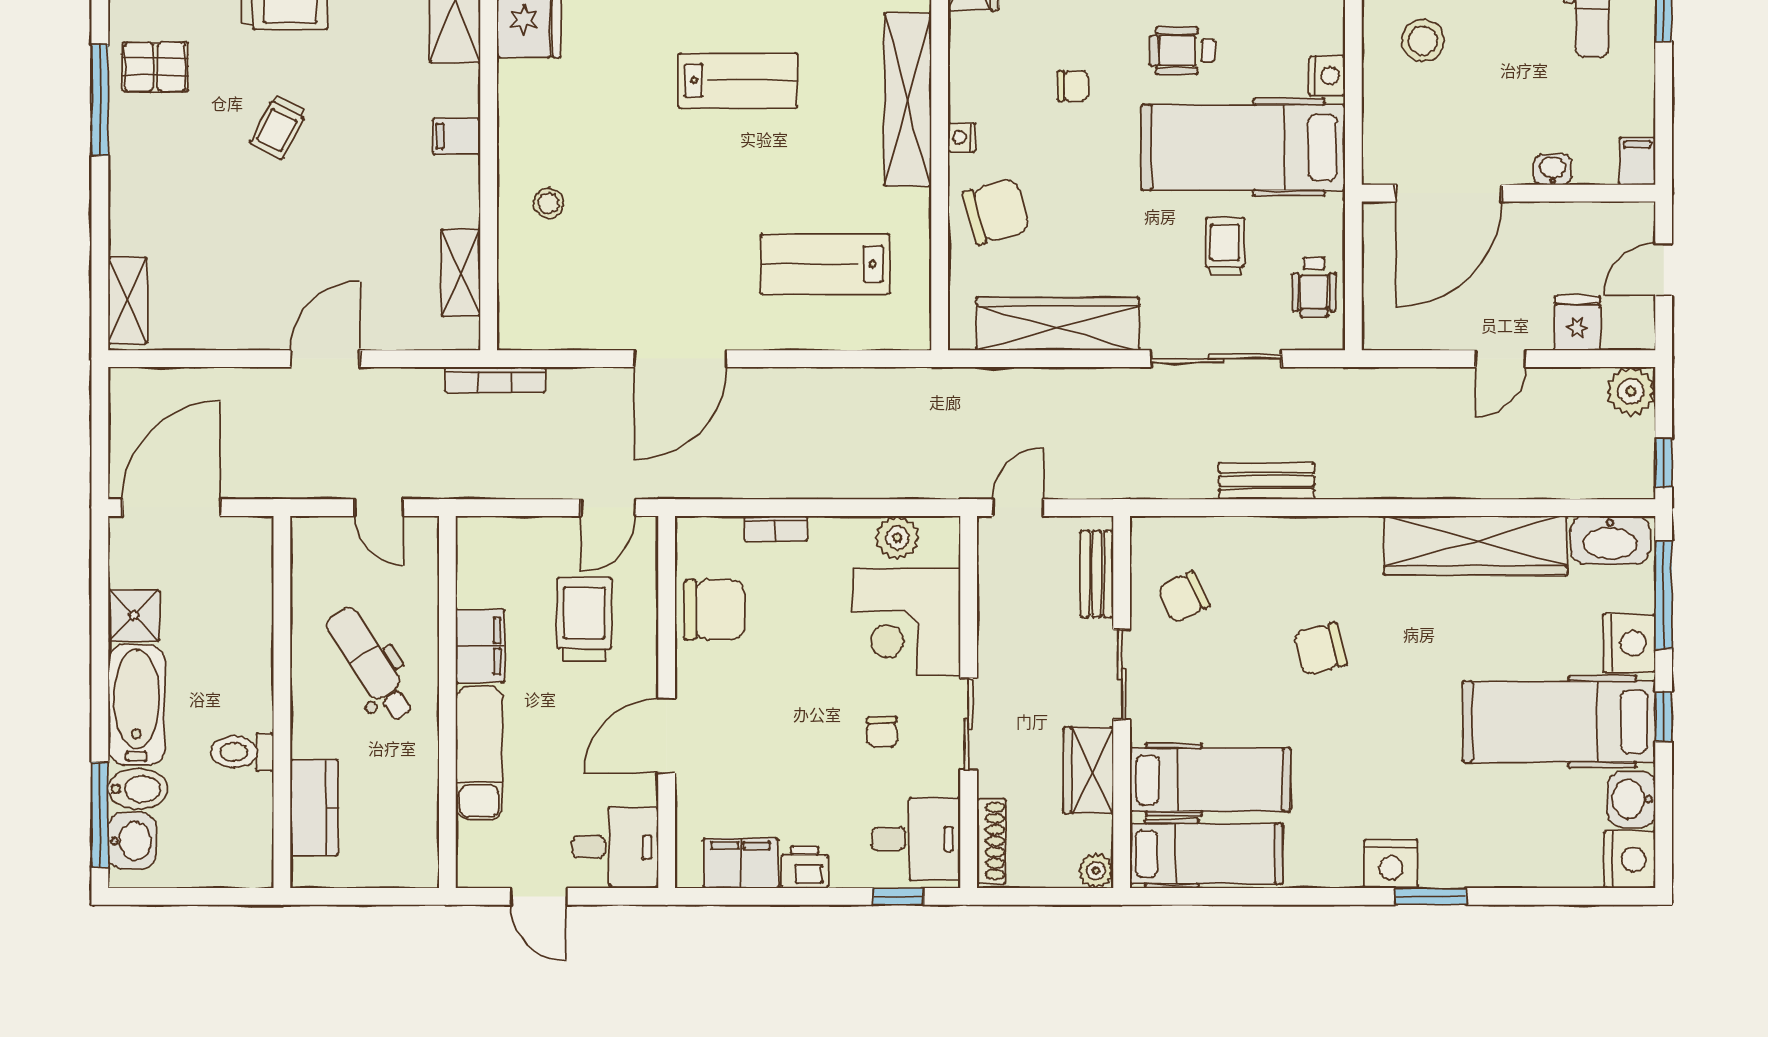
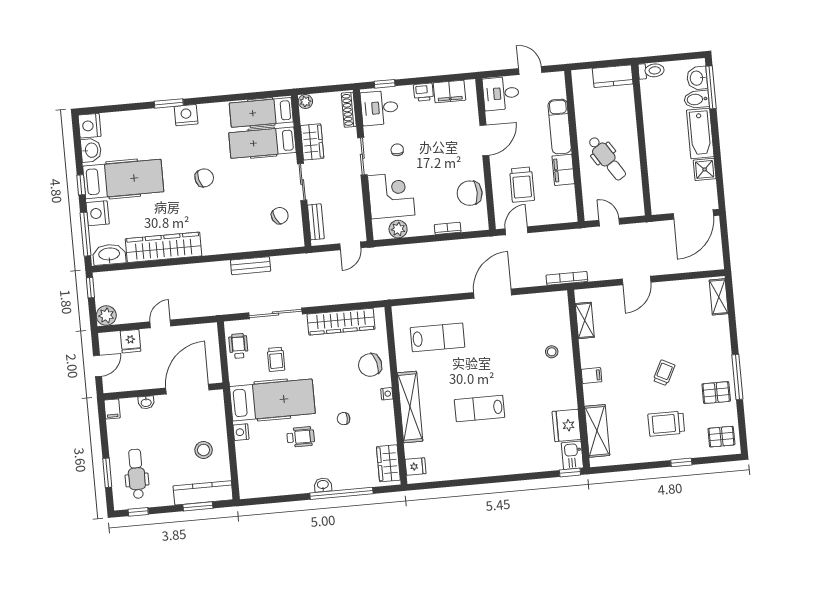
chair: (1320, 649) -> (204, 178), moved
toilet: (242, 752) -> (651, 71), moved
kitchen counter: (314, 808) -> (613, 76), moved, turned -90

